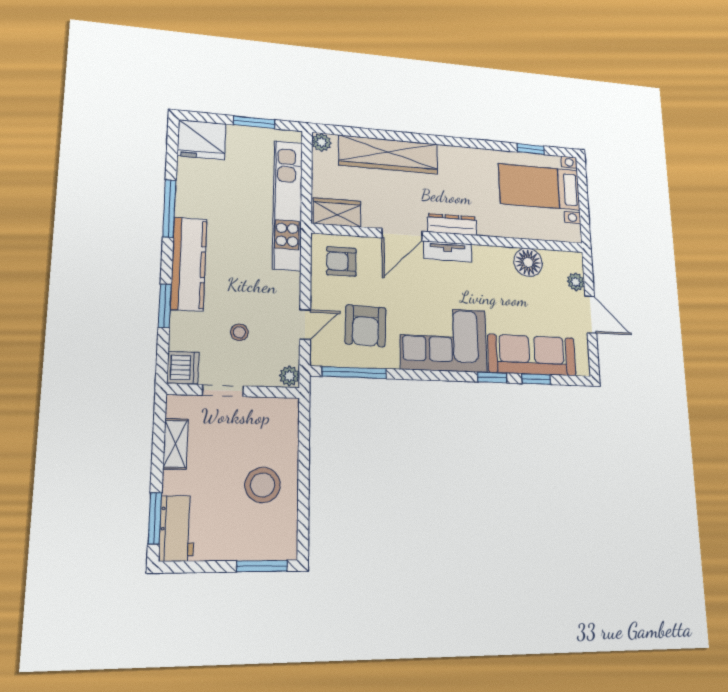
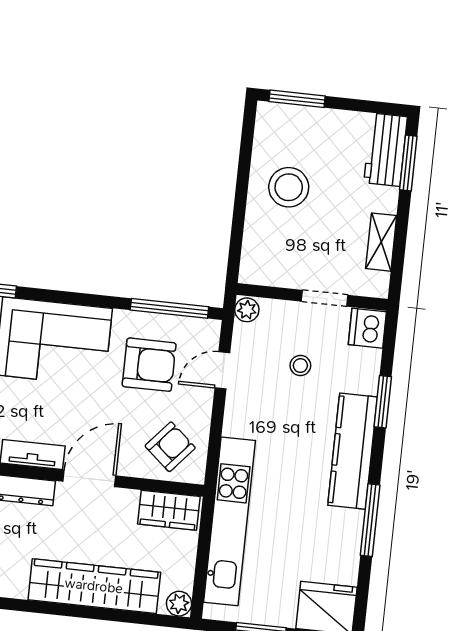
armchair: (341, 261) -> (170, 447), turned -49
armchair: (366, 326) -> (149, 365), turned 88

